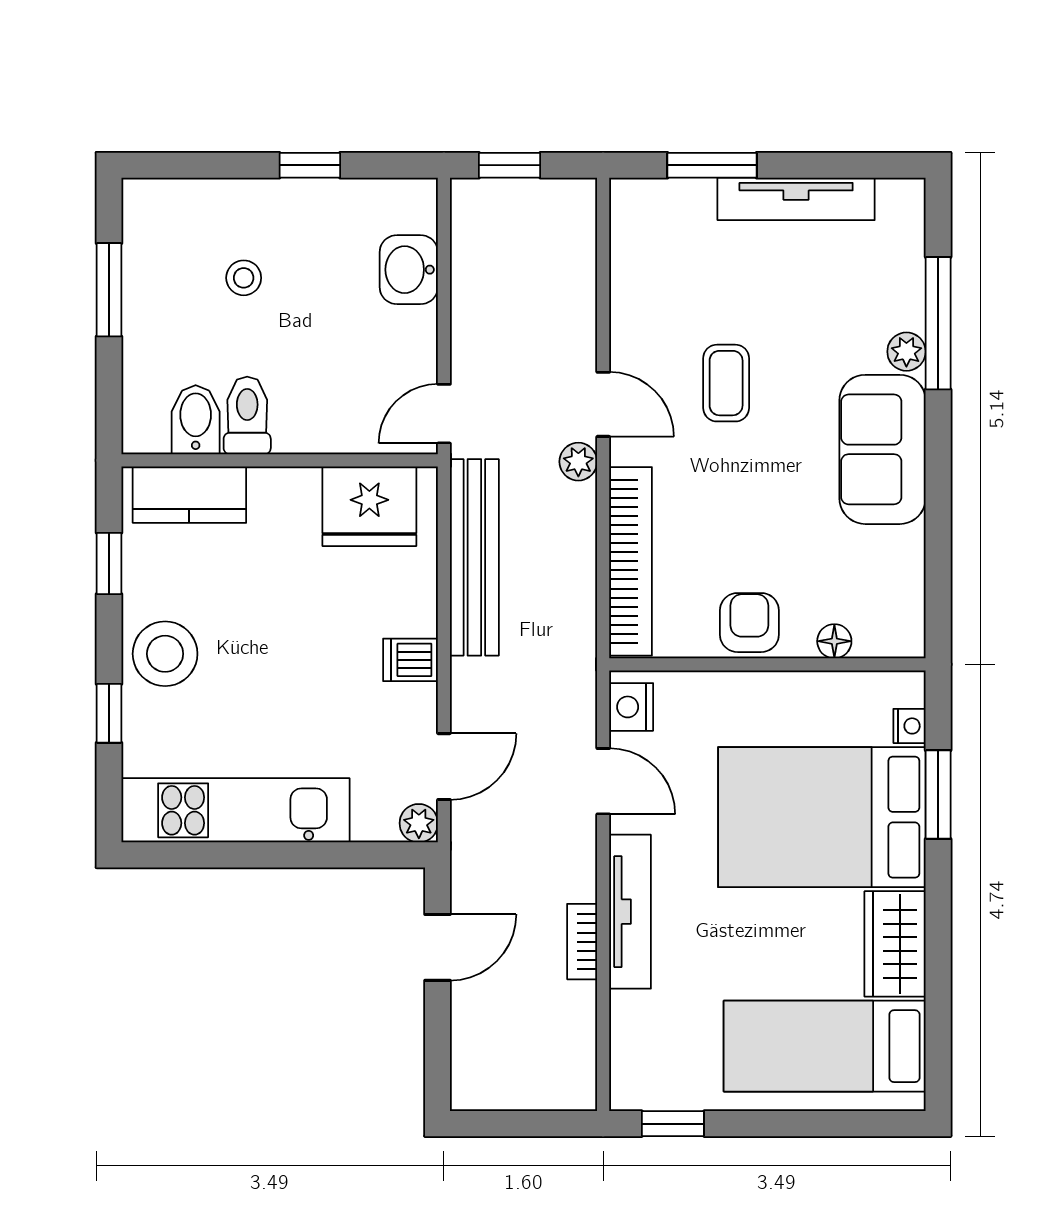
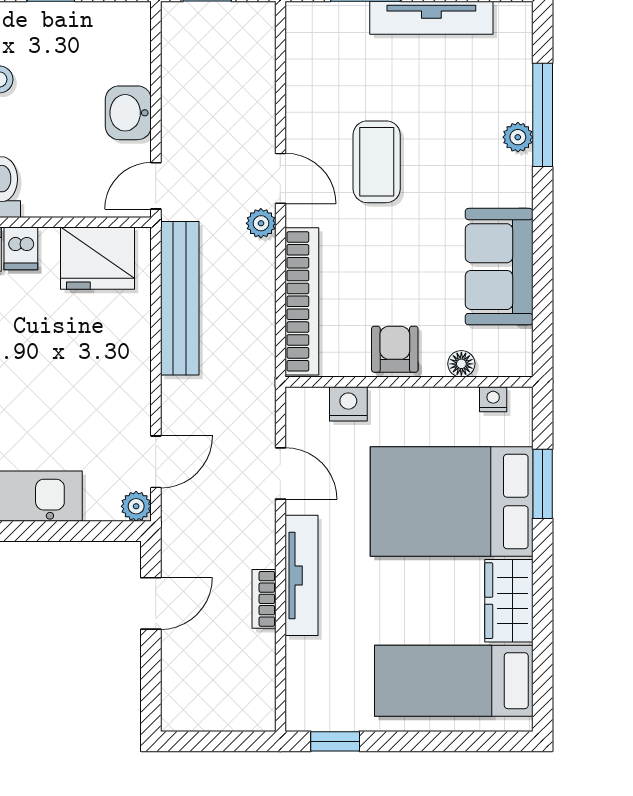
washbasin: (409, 270) -> (128, 113), moved
coffee table: (726, 383) -> (377, 162), width x1.36, depth x1.30
sofa: (883, 449) -> (499, 267), moved
dishwasher: (411, 660) -> (21, 248), moved, turned -90
nightstand: (631, 707) -> (348, 404), moved, turned 90
nightstand: (909, 726) -> (493, 399), moved, turned -90

